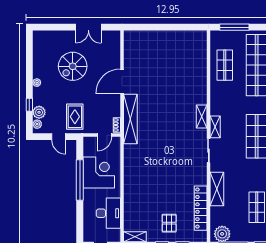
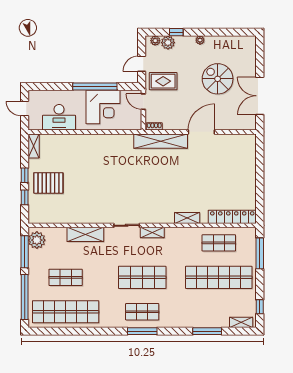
double door: (88, 27) -> (260, 96), width x1.37
door: (122, 81) -> (201, 132), hinge flipped
shelving: (202, 117) -> (187, 218), moved
door: (104, 135) -> (143, 102), moved
locker: (201, 208) -> (232, 217), moved
pallet: (169, 223) -> (48, 183), width x1.50, depth x1.42

